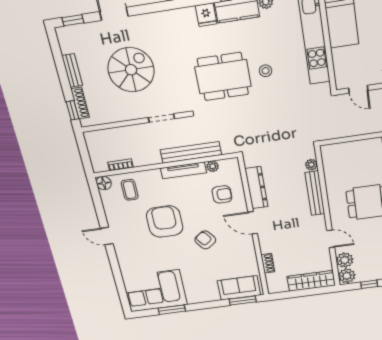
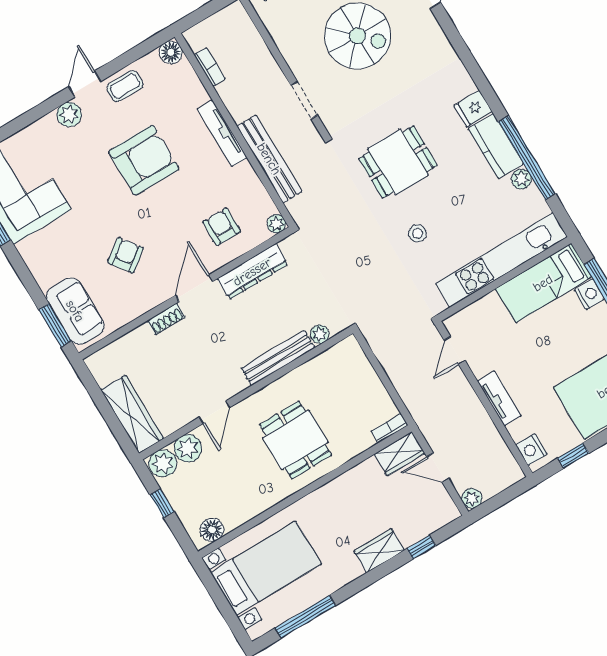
stool: (266, 71) -> (417, 233), moved
dining table: (223, 77) -> (398, 162), width x0.73
plant: (213, 166) -> (276, 224), moved
tv unit: (183, 170) -> (222, 133), moved
coffee table: (130, 190) -> (125, 86), moved
armchair: (222, 194) -> (222, 227), turned 180
armchair: (205, 240) -> (126, 255), moved
plant: (122, 251) -> (69, 115), added
shoe rack: (268, 263) -> (166, 319), moved

